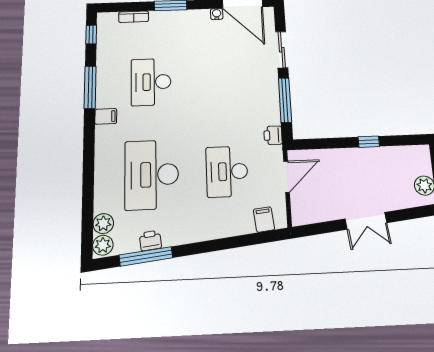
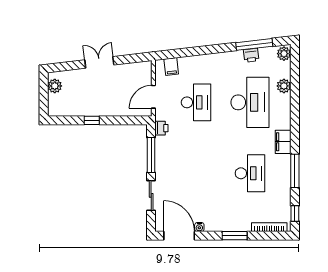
bookcase: (134, 17) -> (269, 227), width x1.56
filing cabinet: (106, 116) -> (283, 142), width x2.00
plant: (103, 224) -> (284, 86), moved

